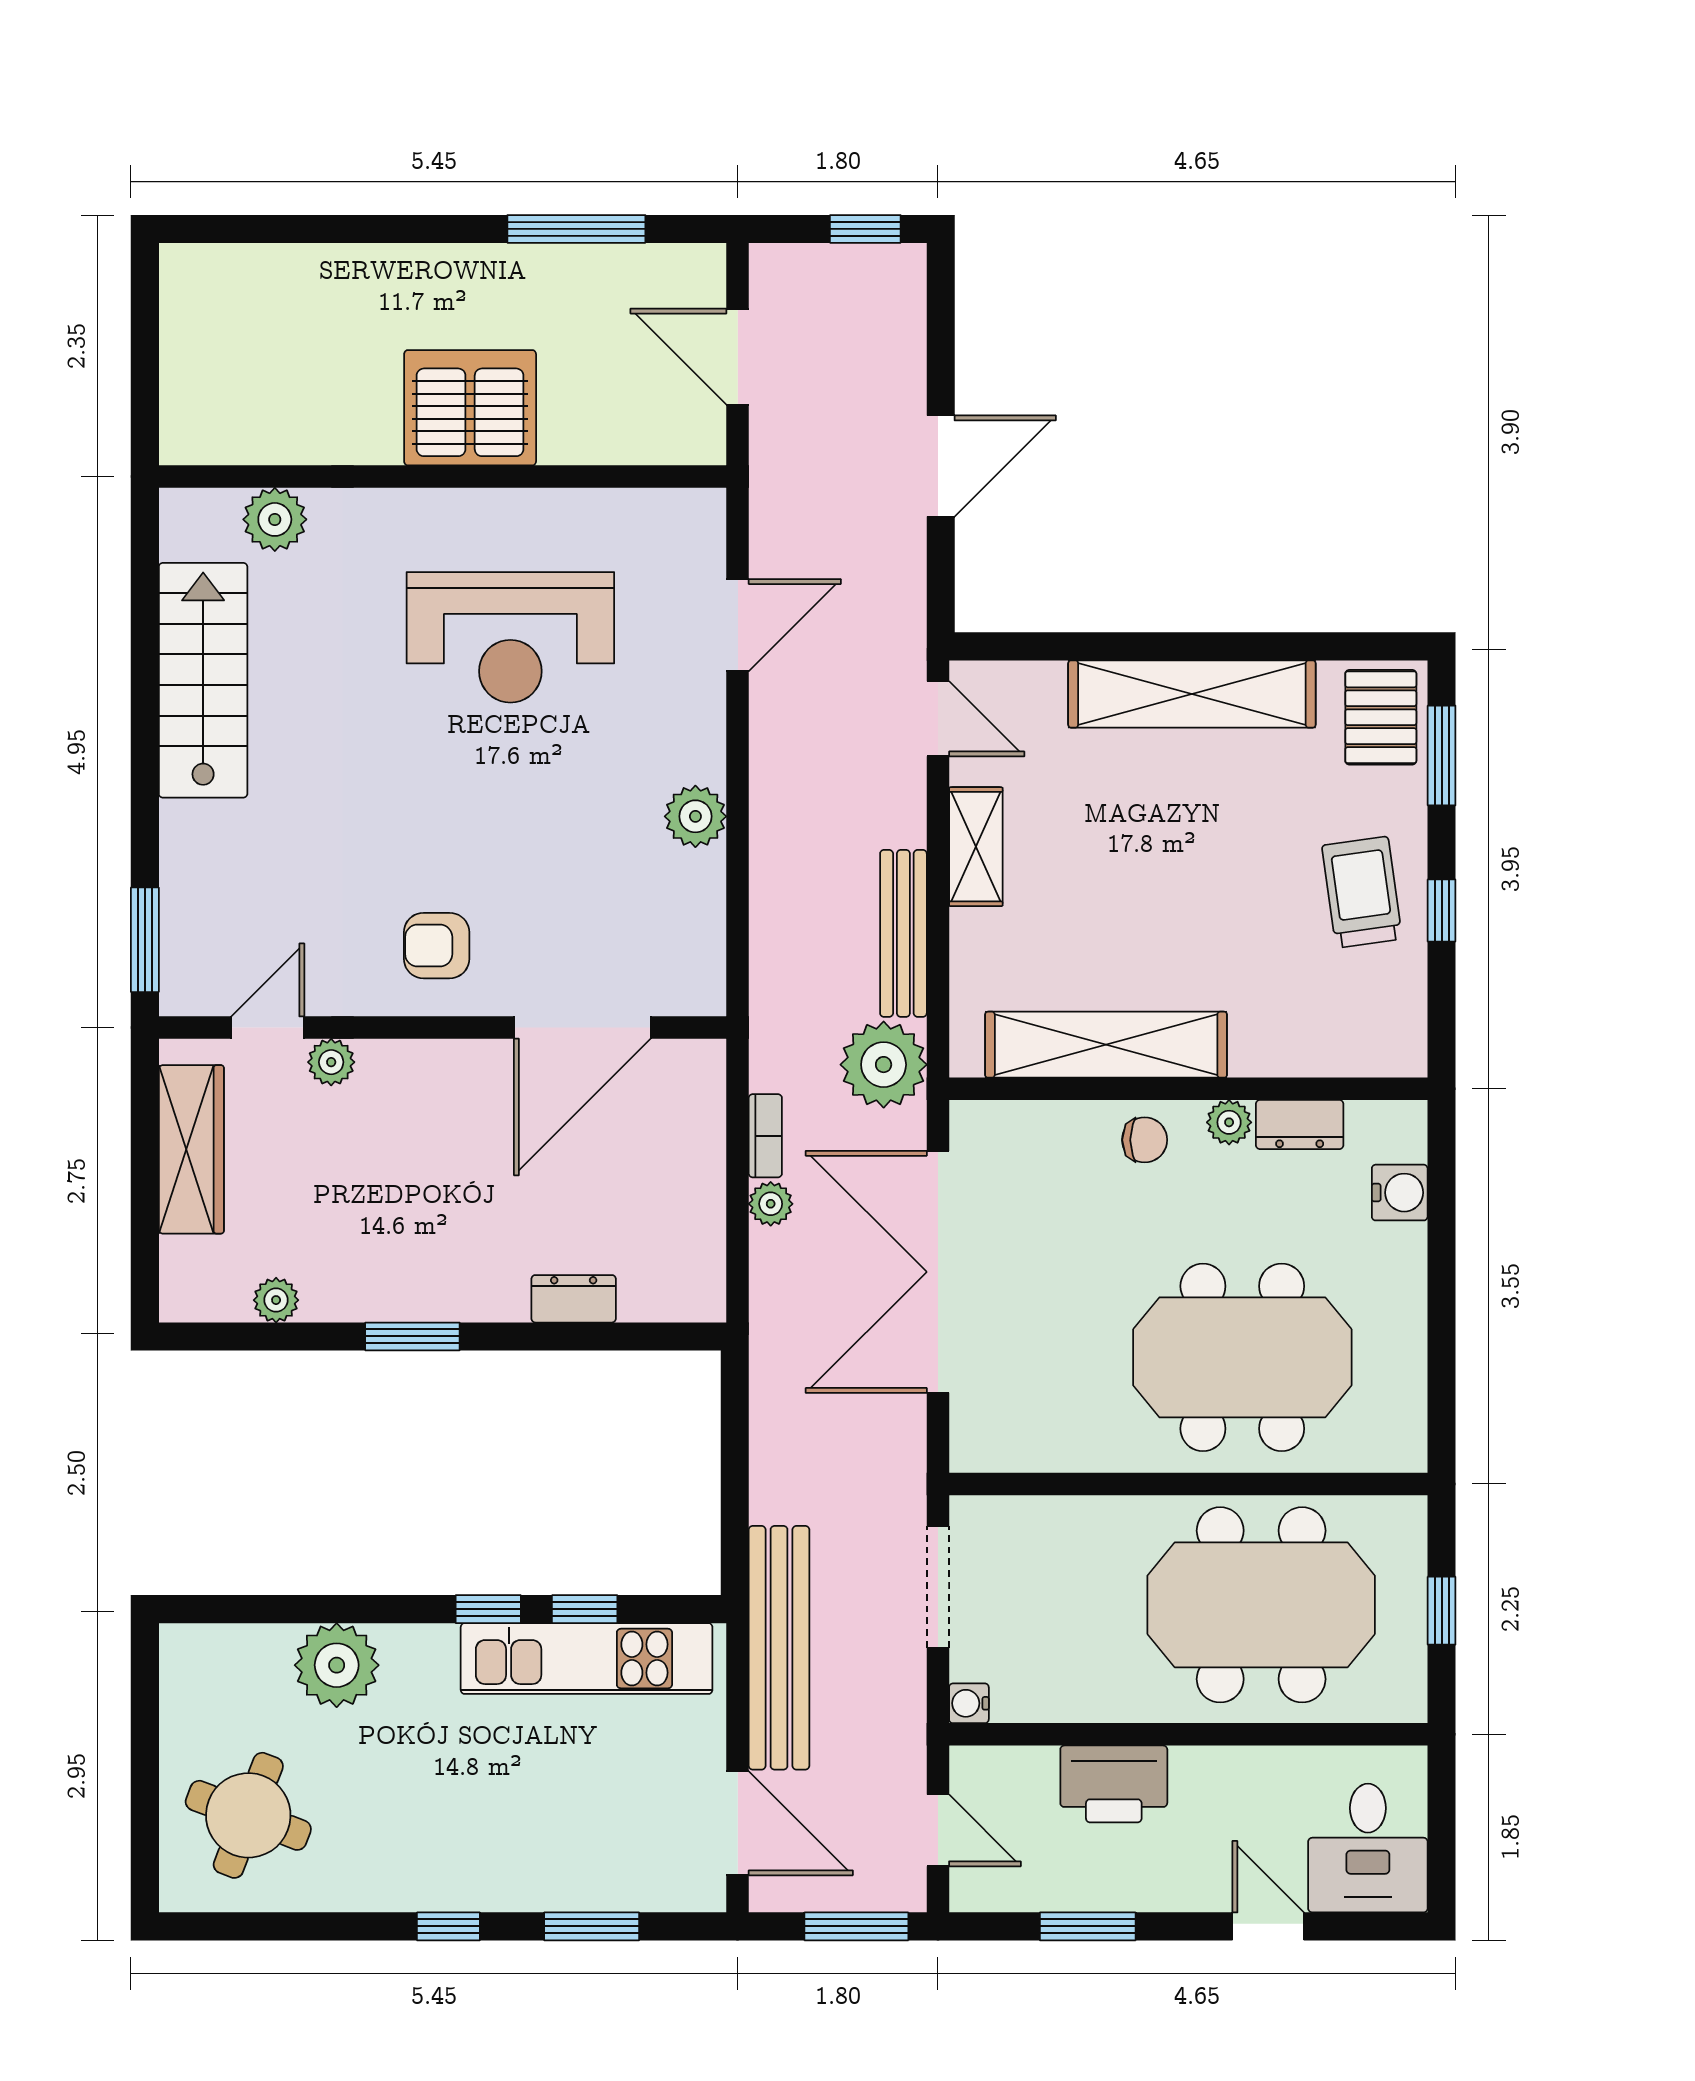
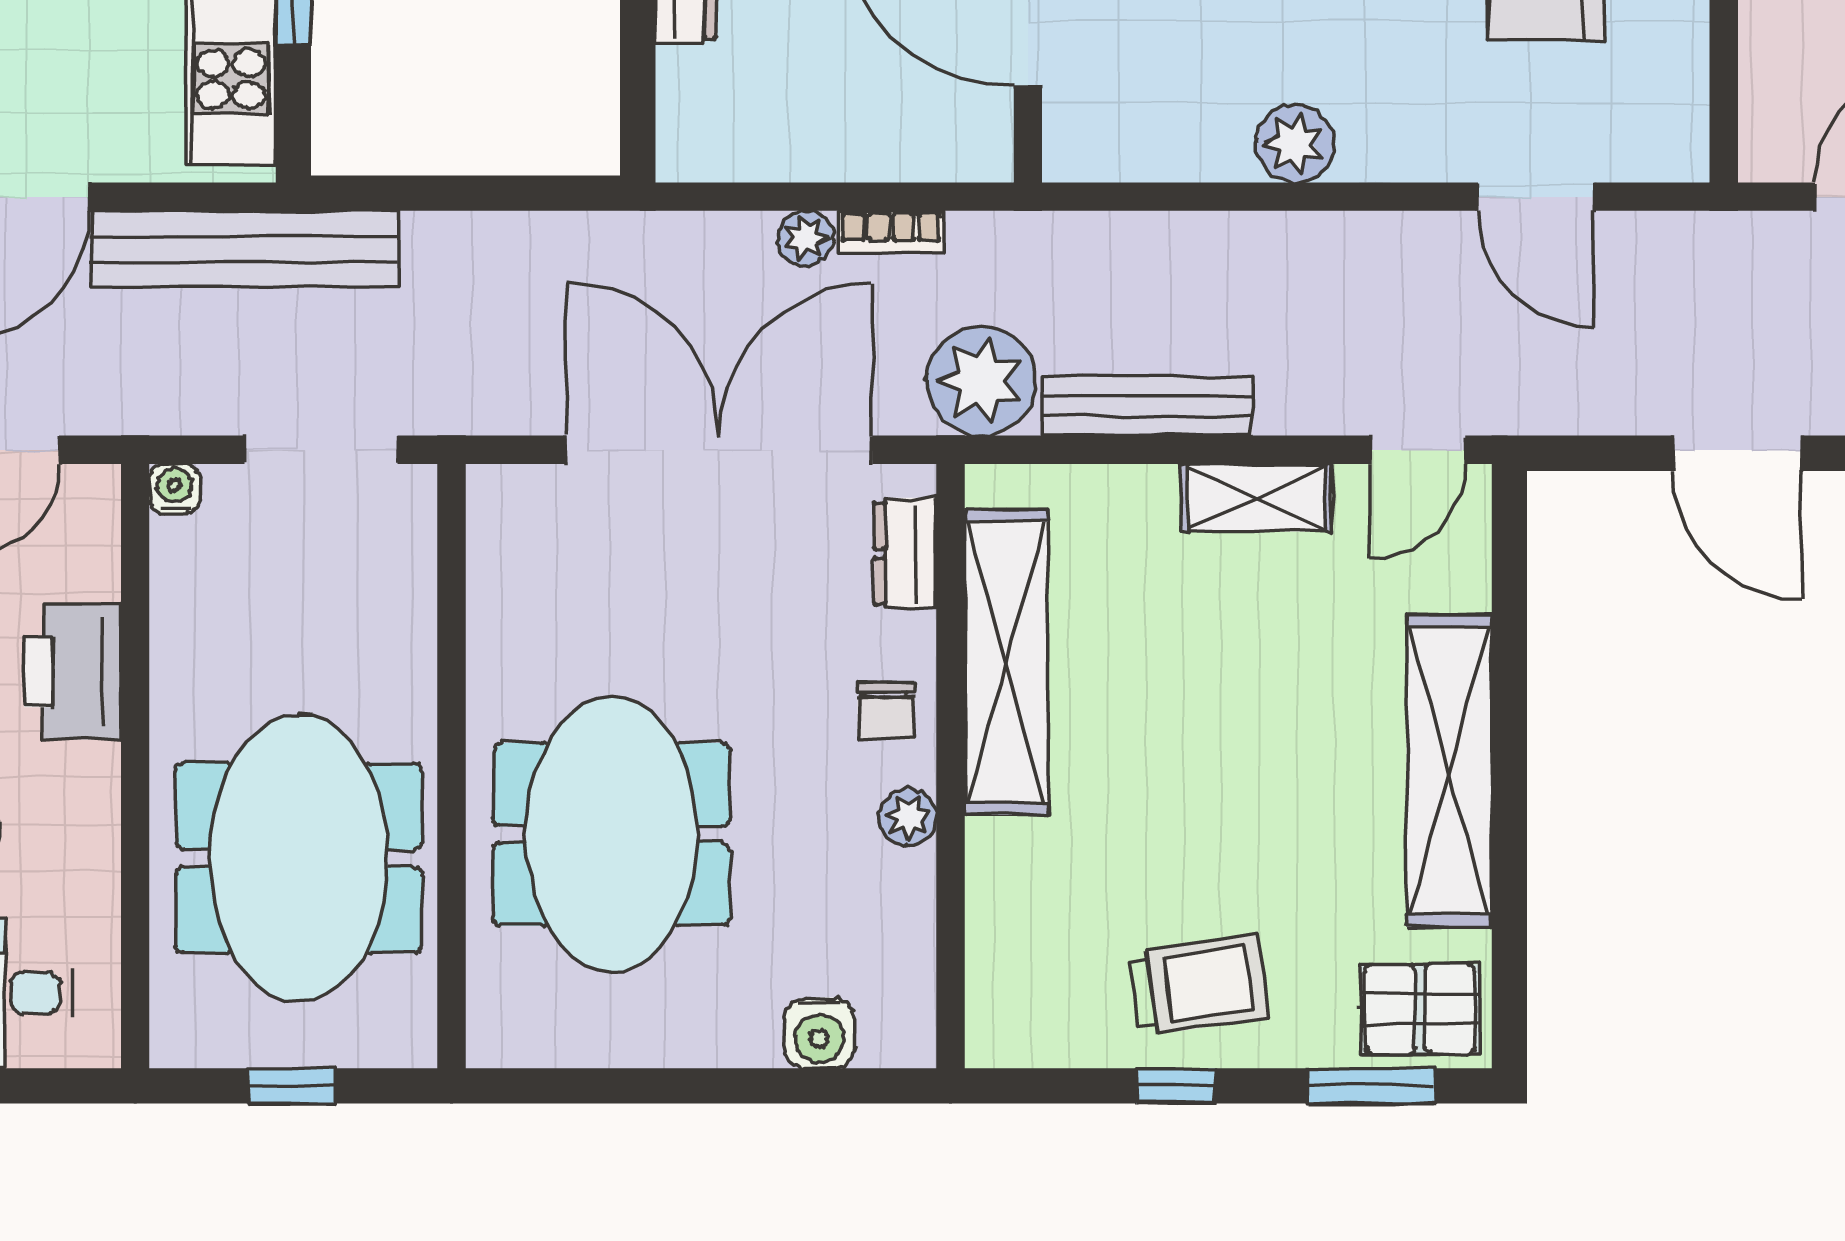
dresser: (1300, 1125) -> (905, 553), moved

